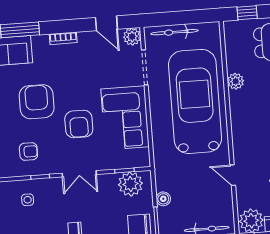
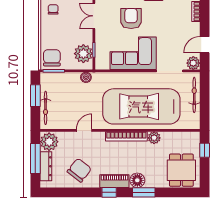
car: (195, 101) -> (141, 106), turned 180
bookcase: (236, 118) -> (126, 136), added
armchair: (79, 124) -> (131, 18), turned 90
boiler: (163, 199) -> (86, 77), moved

